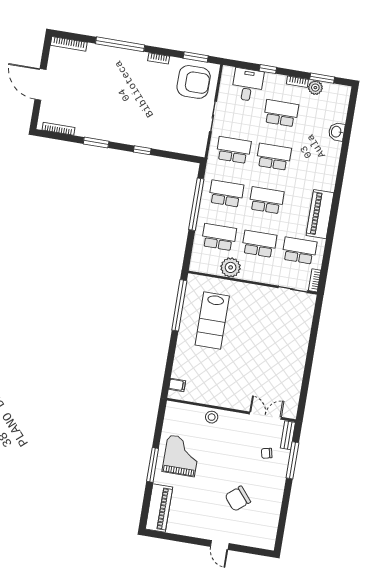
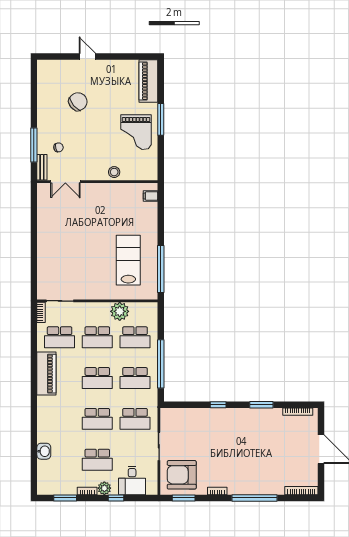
plant: (315, 88) -> (104, 488), moved

